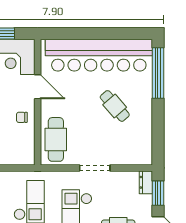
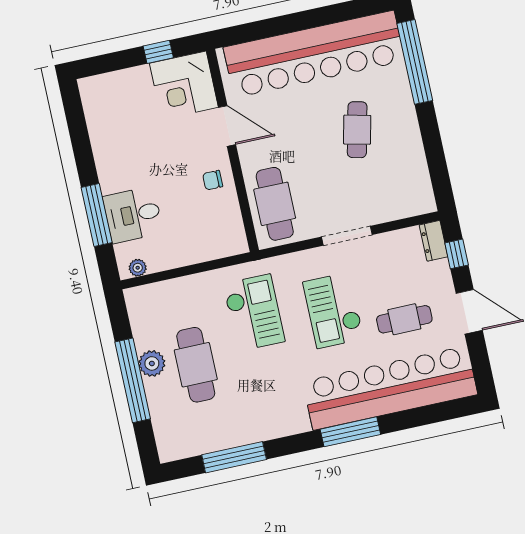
cafe table: (115, 106) -> (357, 130), turned 54
window: (158, 193) -> (457, 254), width x0.67

